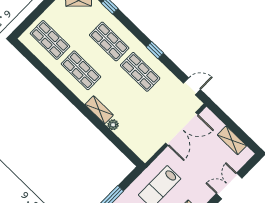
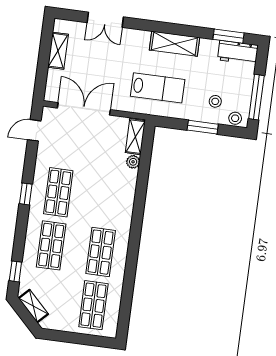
door: (192, 86) -> (34, 130), hinge flipped
shelving: (99, 110) -> (135, 137), moved
plant: (113, 125) -> (133, 162), moved

